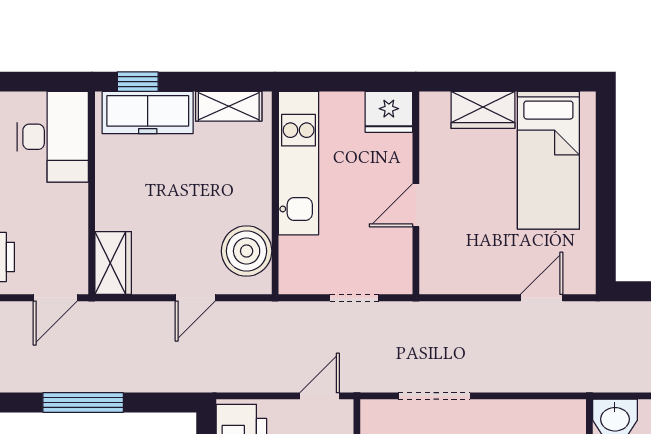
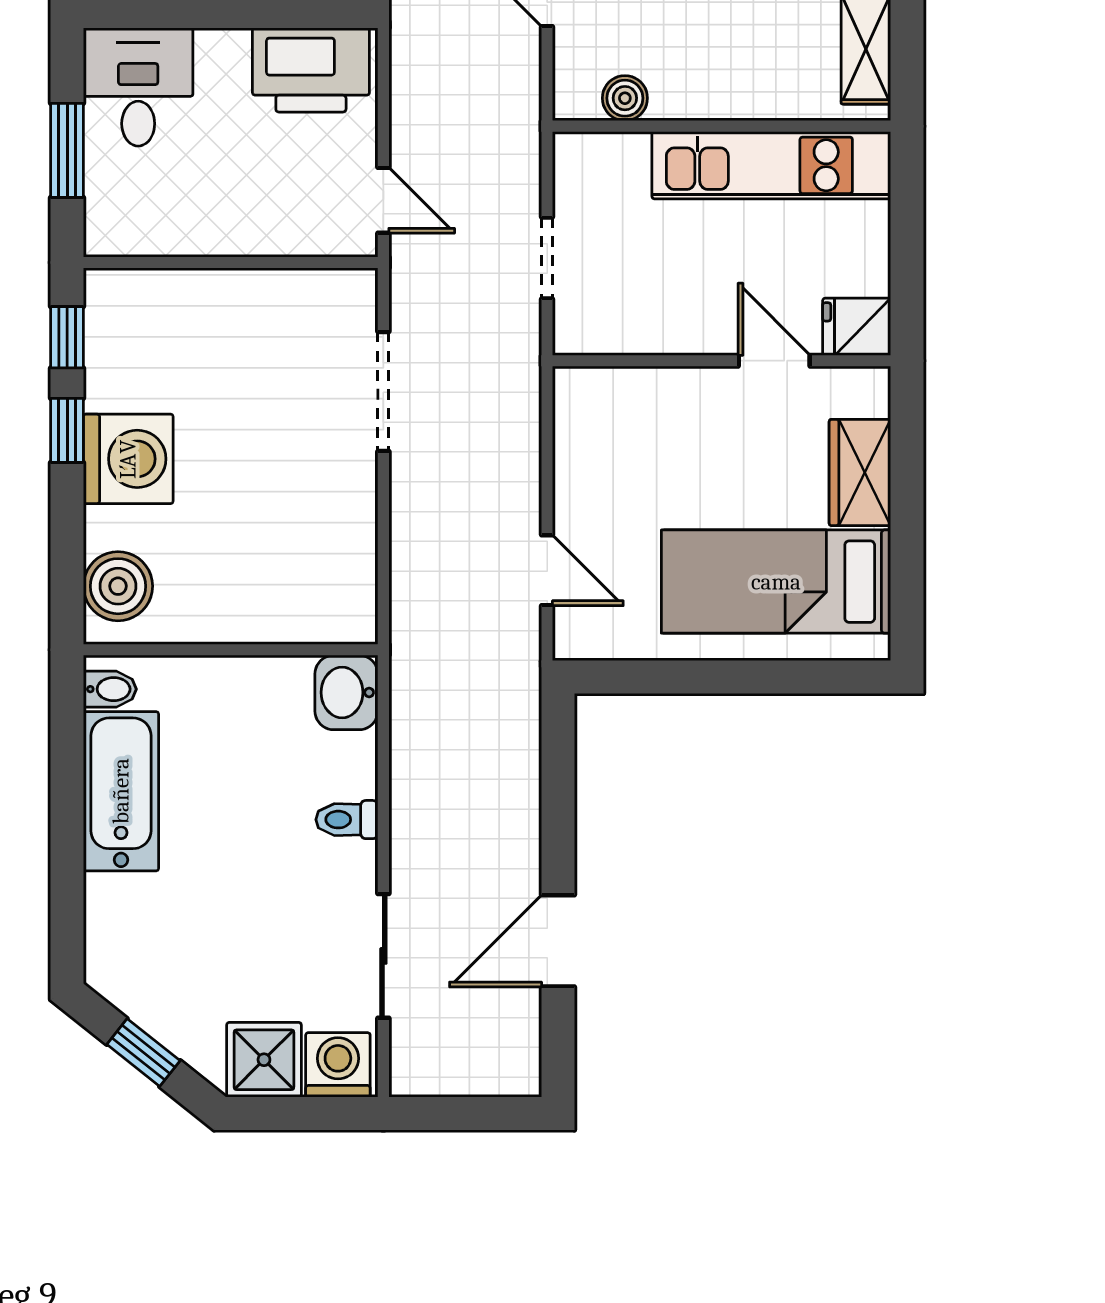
fridge: (389, 112) -> (857, 327), width x0.72
door: (416, 205) -> (774, 361), moved
boiler: (247, 251) -> (625, 98), width x0.54, depth x0.54

